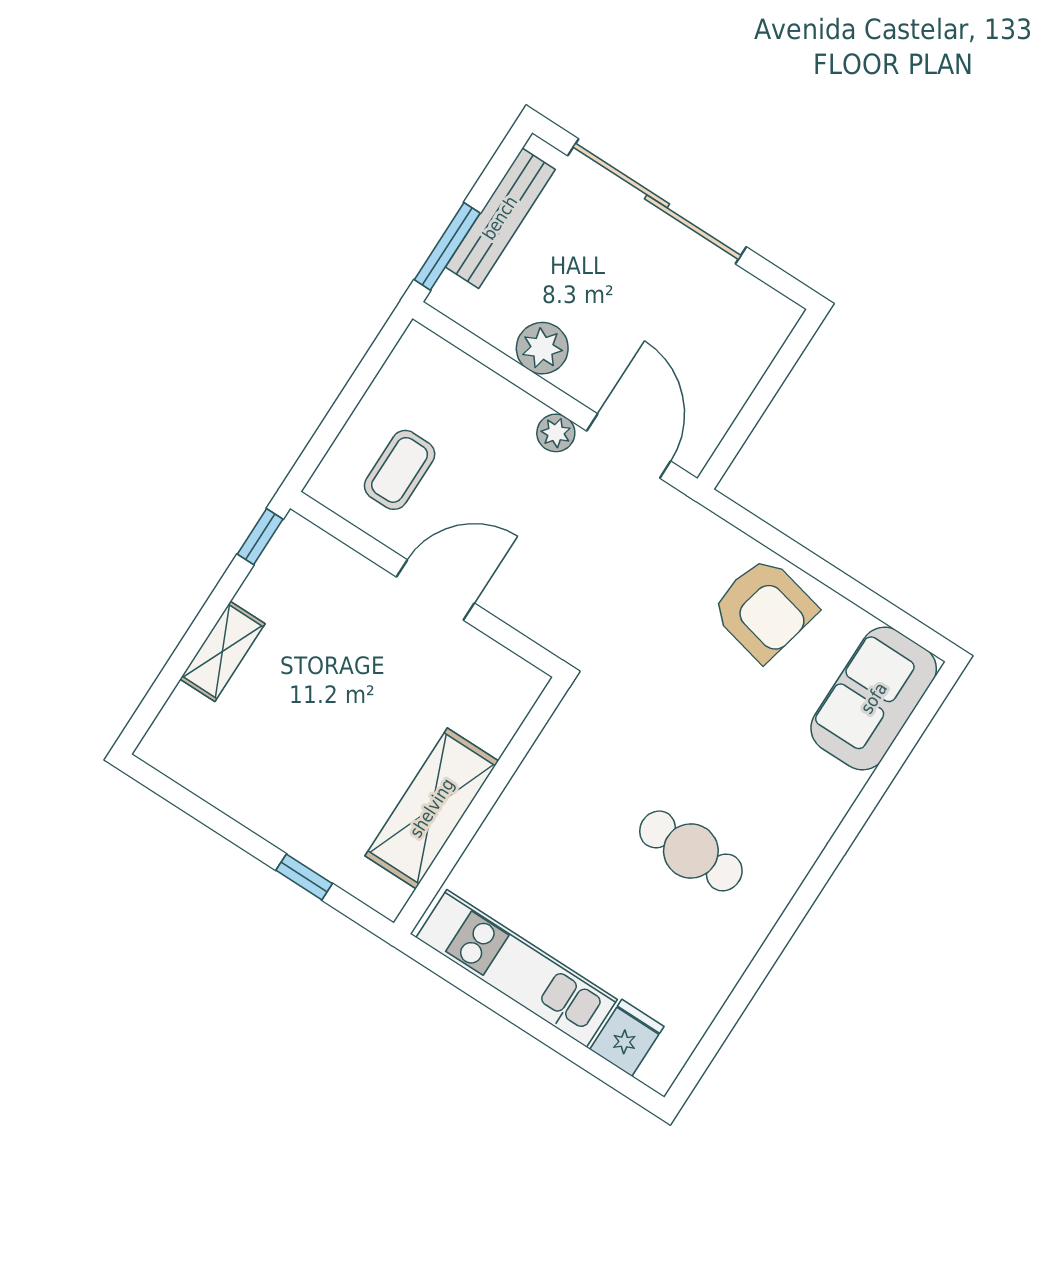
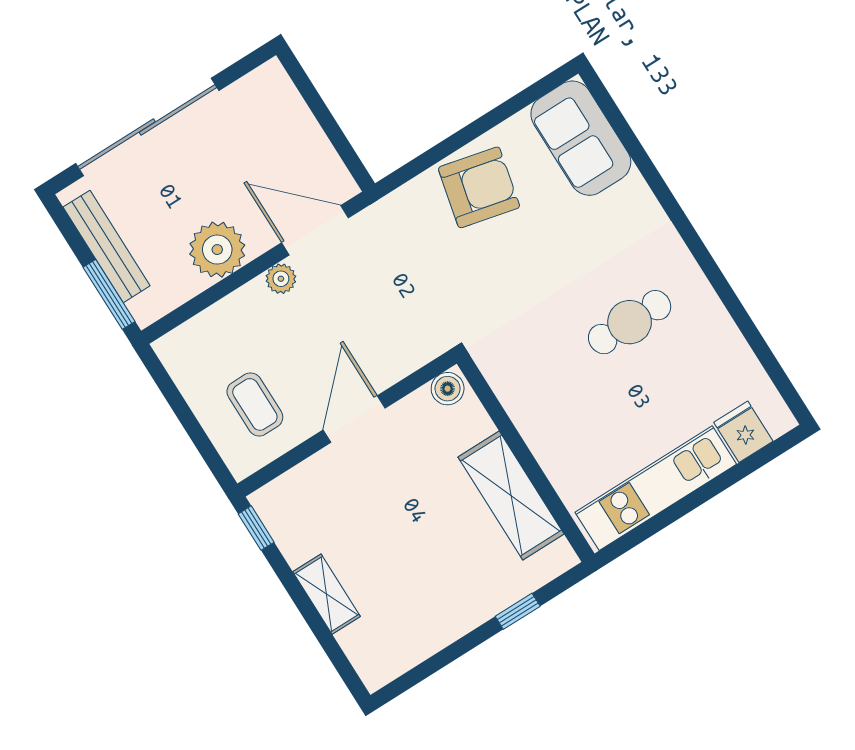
plant: (542, 348) -> (217, 250), width x1.36, depth x1.36
boiler: (519, 680) -> (448, 389), added

